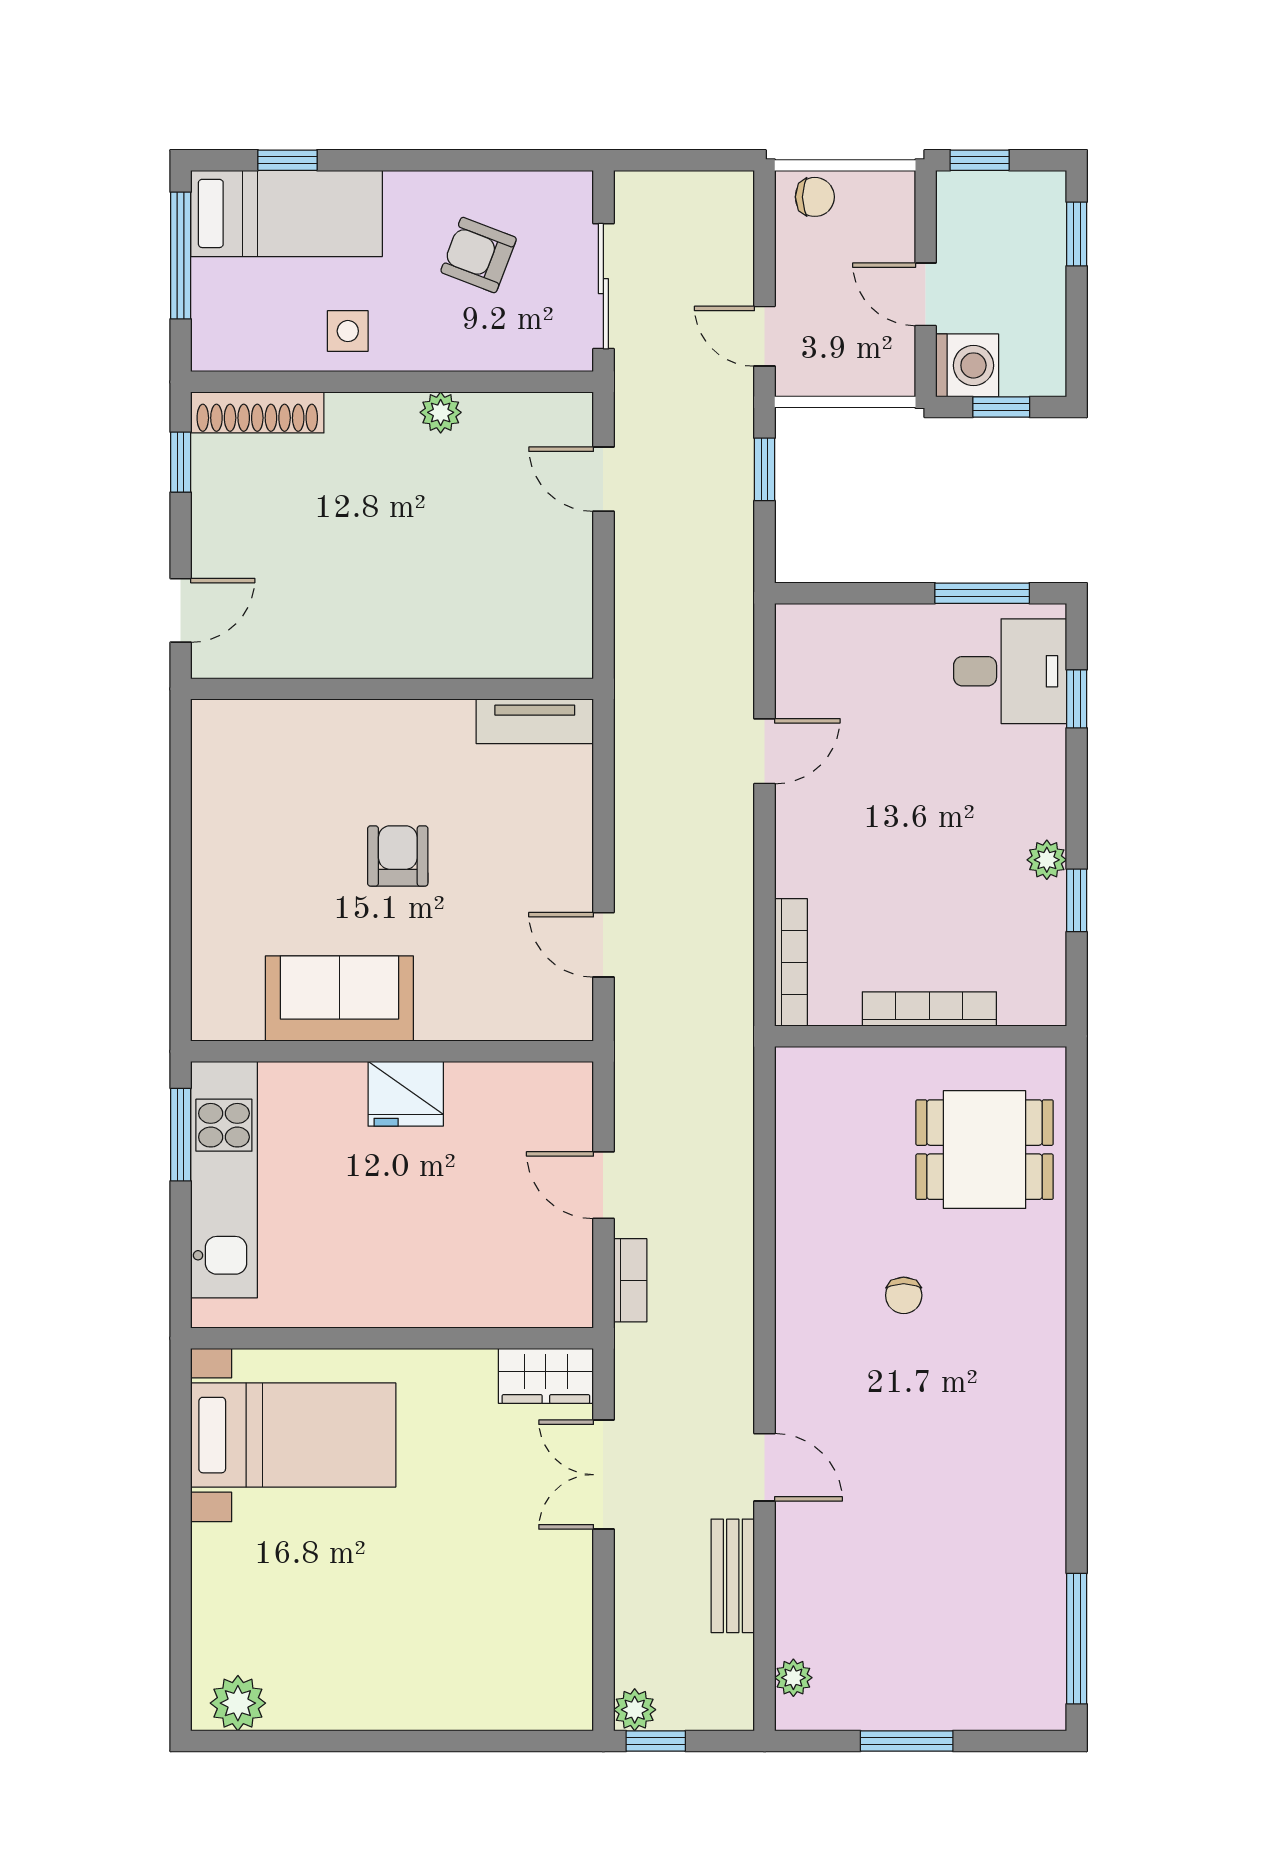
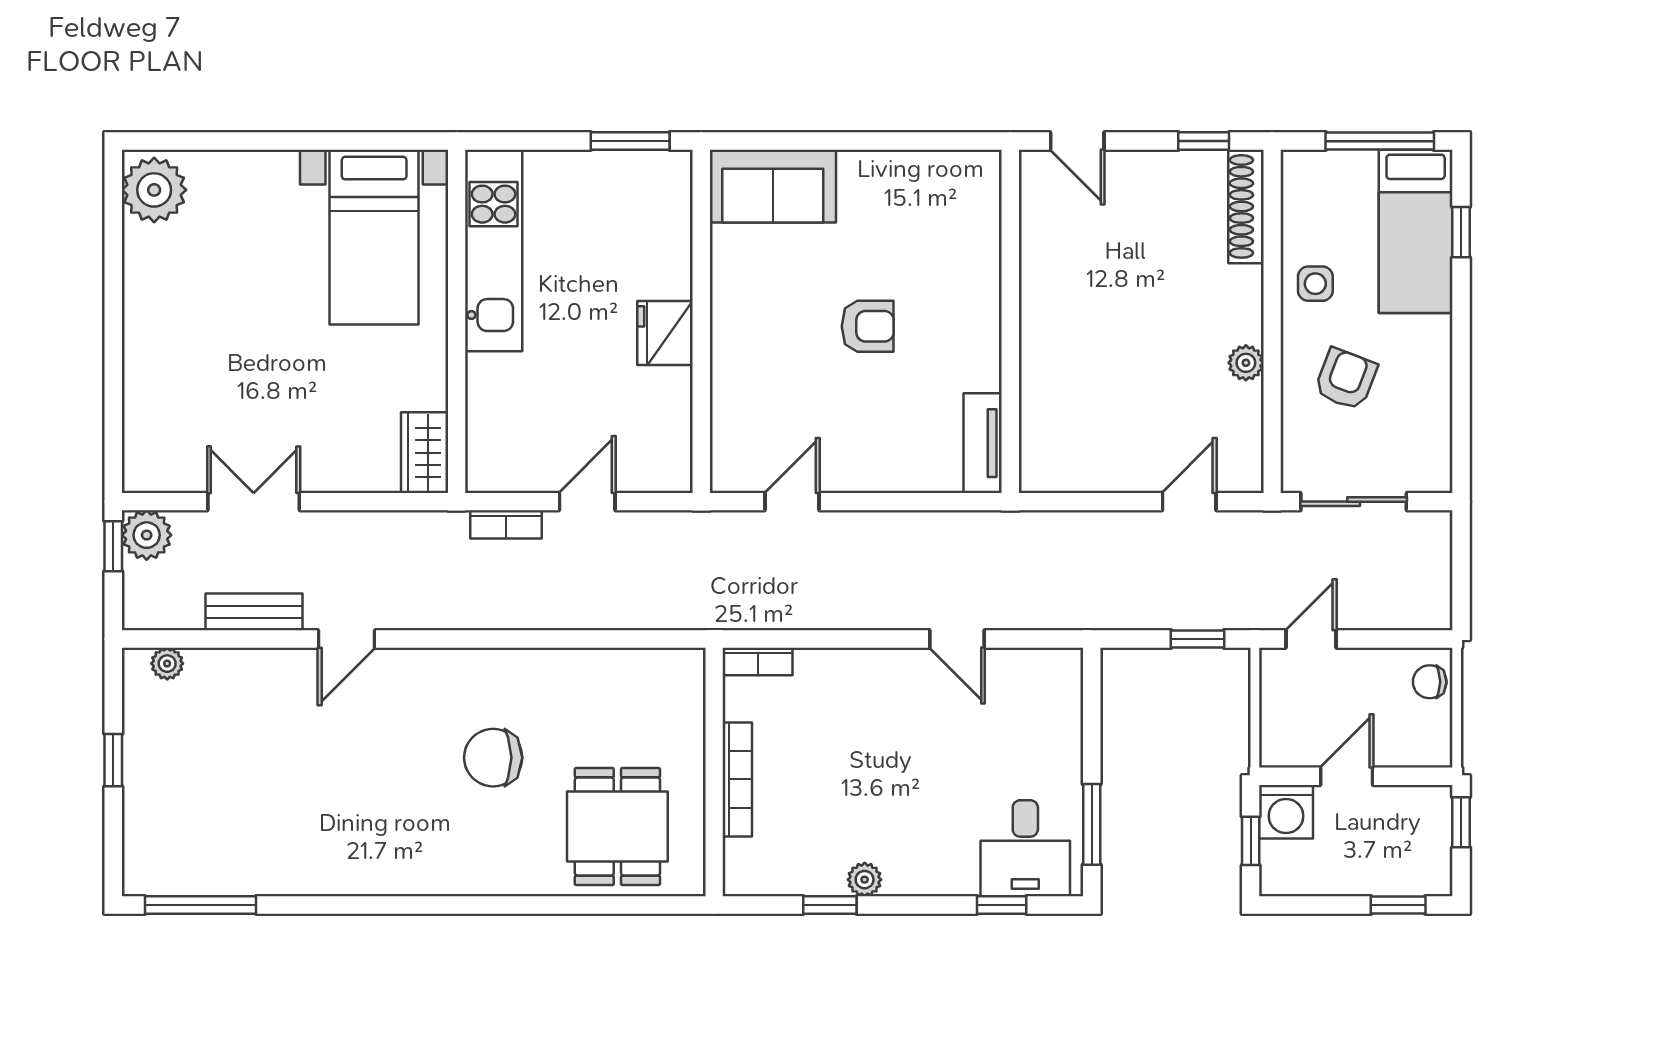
chair: (815, 197) -> (1430, 682), turned 90
armchair: (479, 255) -> (1346, 379), moved
bookcase: (791, 962) -> (758, 661), width x0.64
sofa: (339, 999) -> (773, 186), moved, turned 90
kitchen unit: (224, 1180) -> (494, 250), moved, turned -90
chair: (904, 1295) -> (493, 758), width x1.87, depth x1.87
double door: (603, 1475) -> (254, 502), moved
plant: (238, 1703) -> (154, 190), width x1.36, depth x1.36
plant: (635, 1710) -> (147, 535), width x1.38, depth x1.38
window: (907, 1741) -> (113, 760), width x0.67

